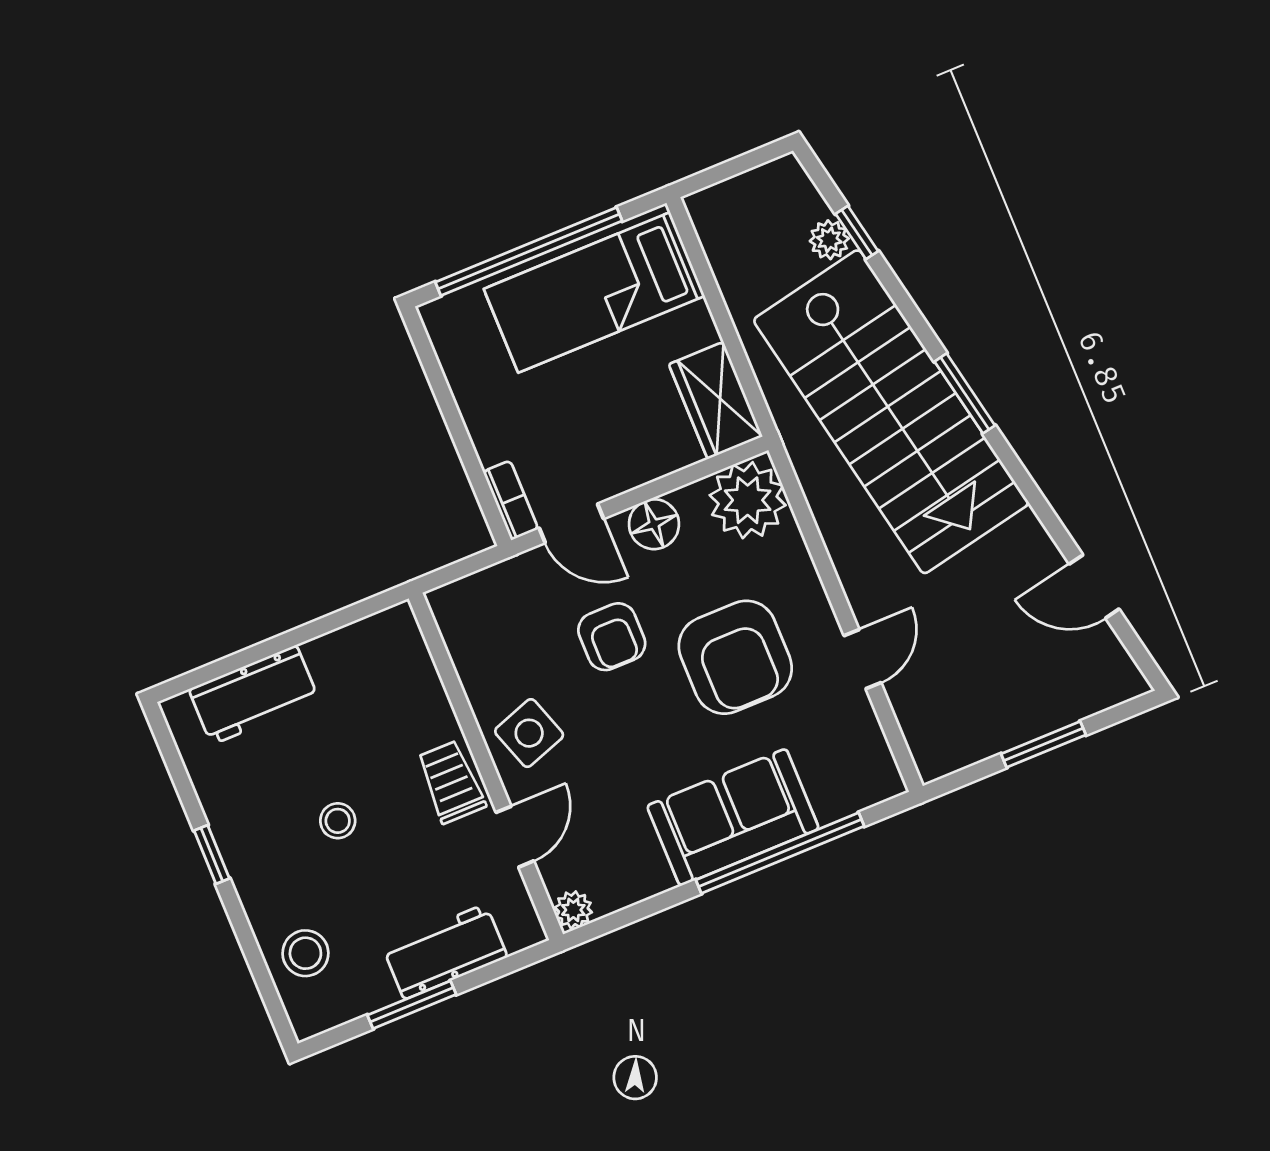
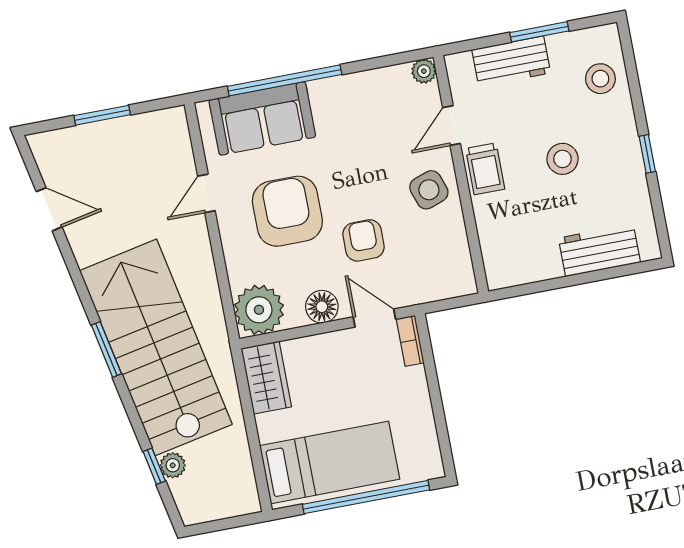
sofa: (733, 817) -> (262, 118), moved
stool: (338, 821) -> (563, 159), width x1.37, depth x1.37

